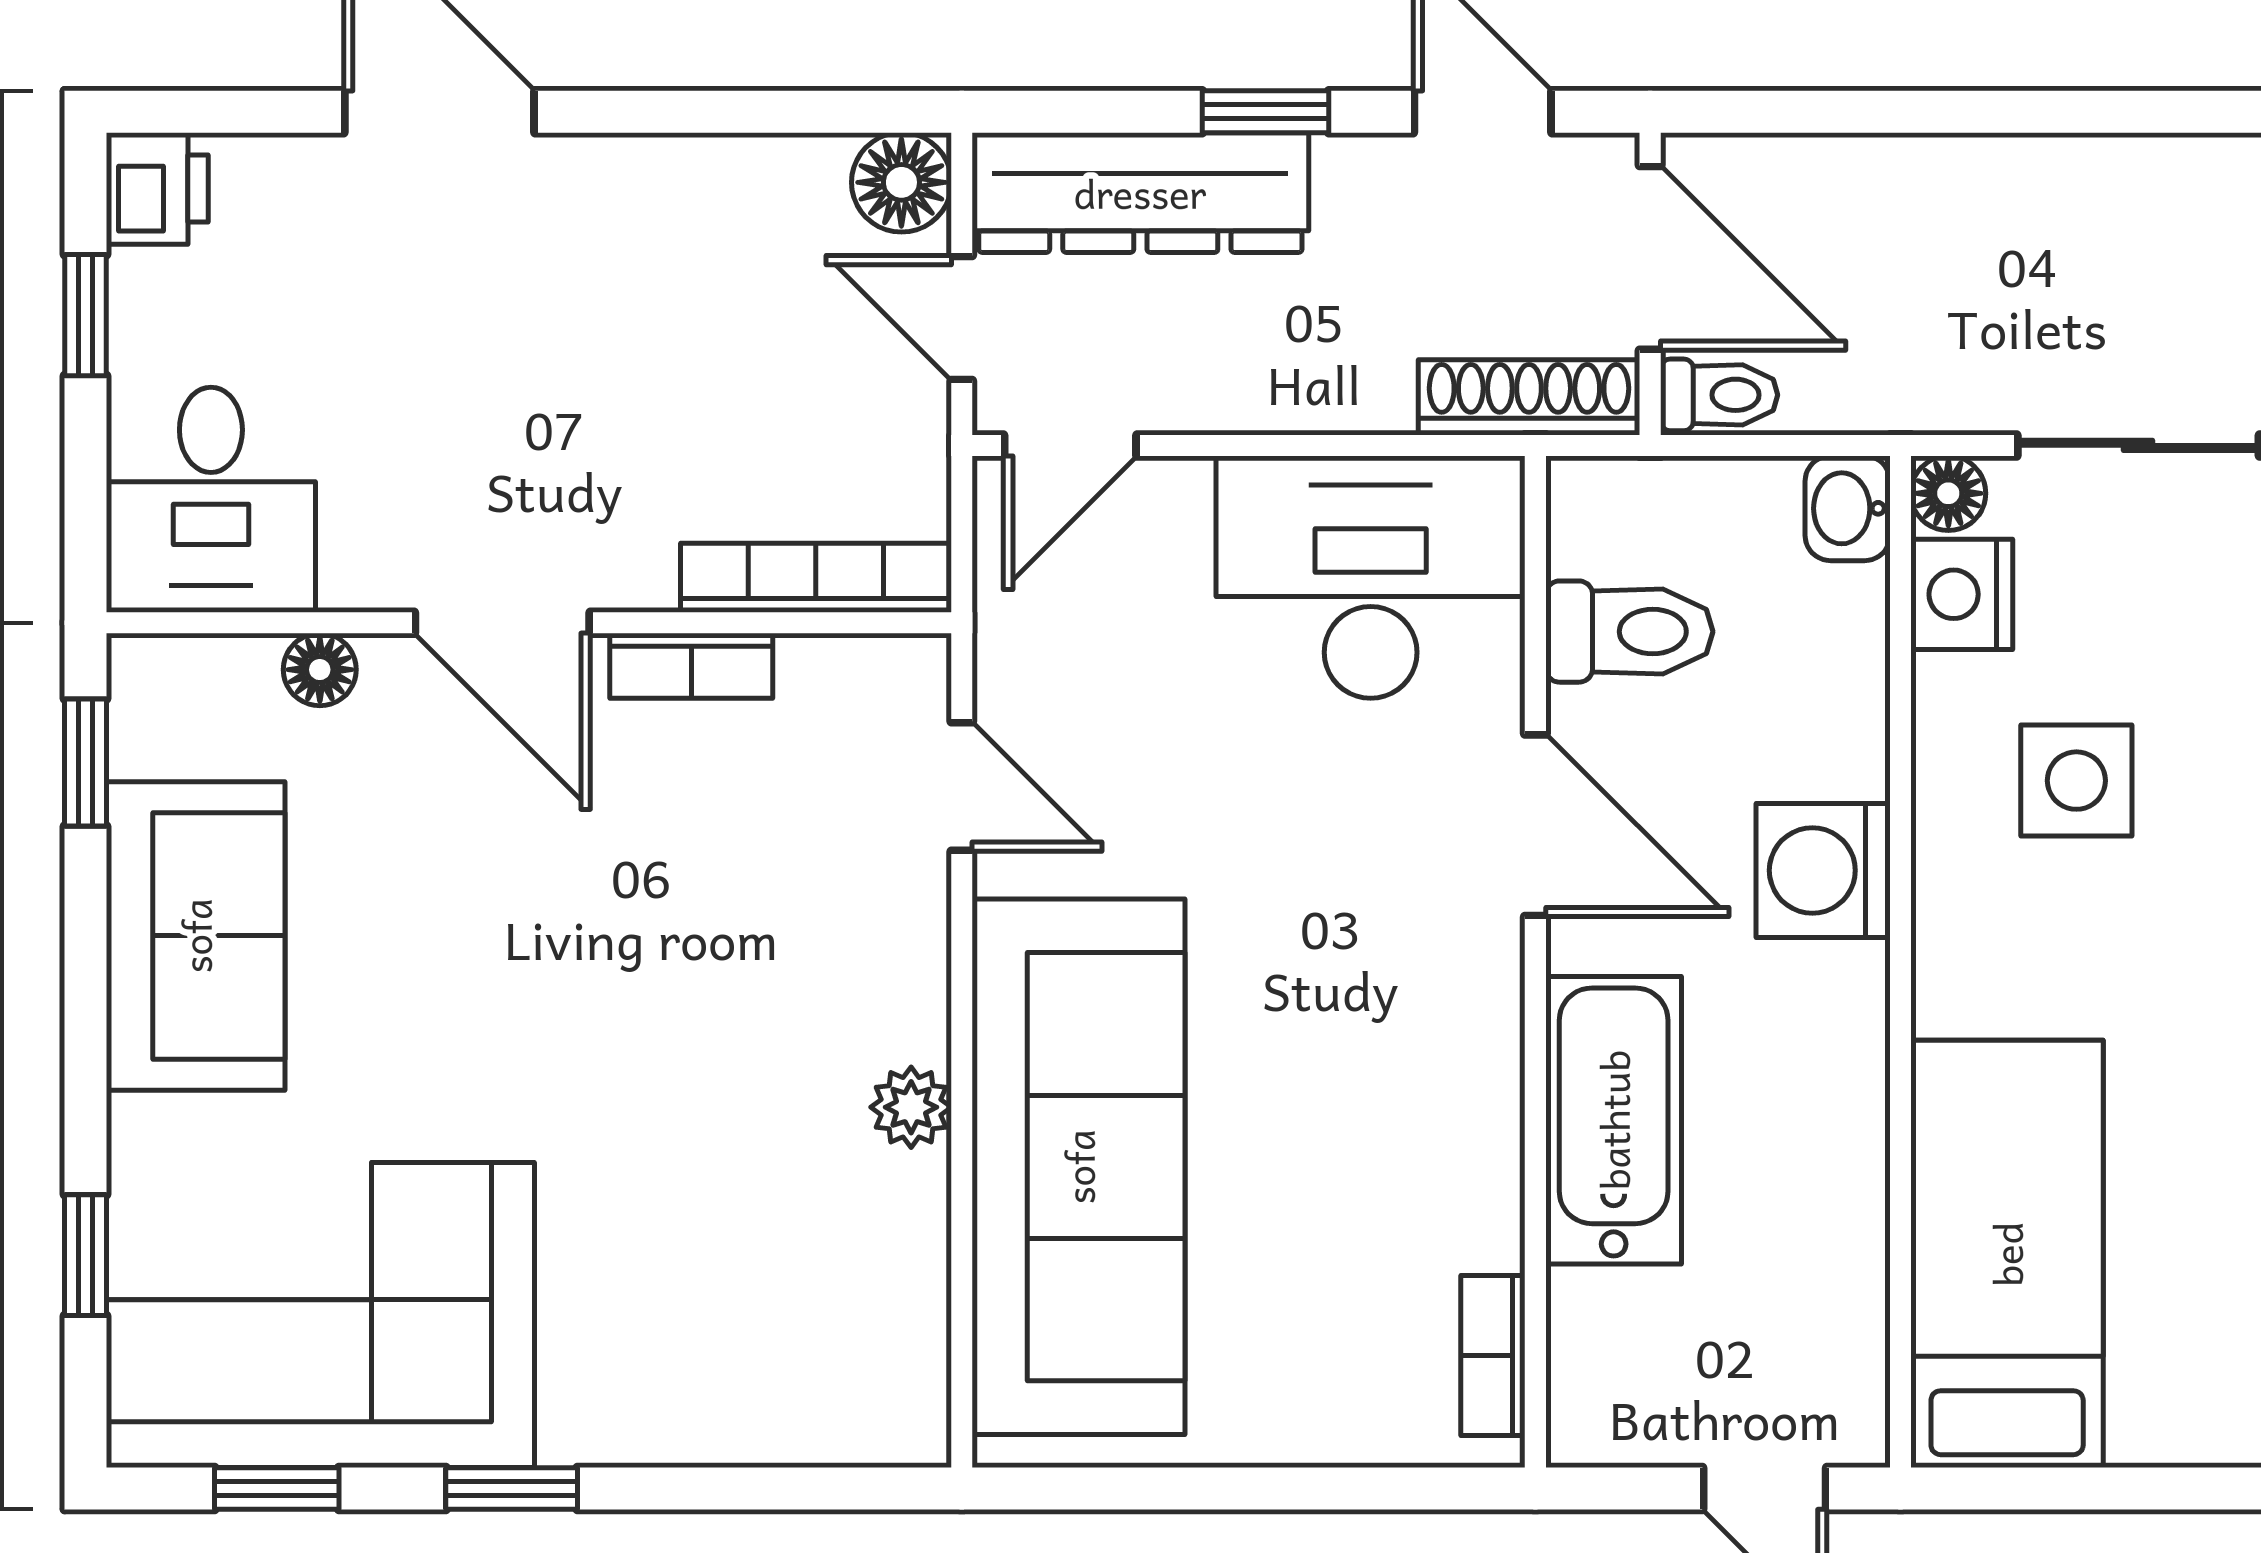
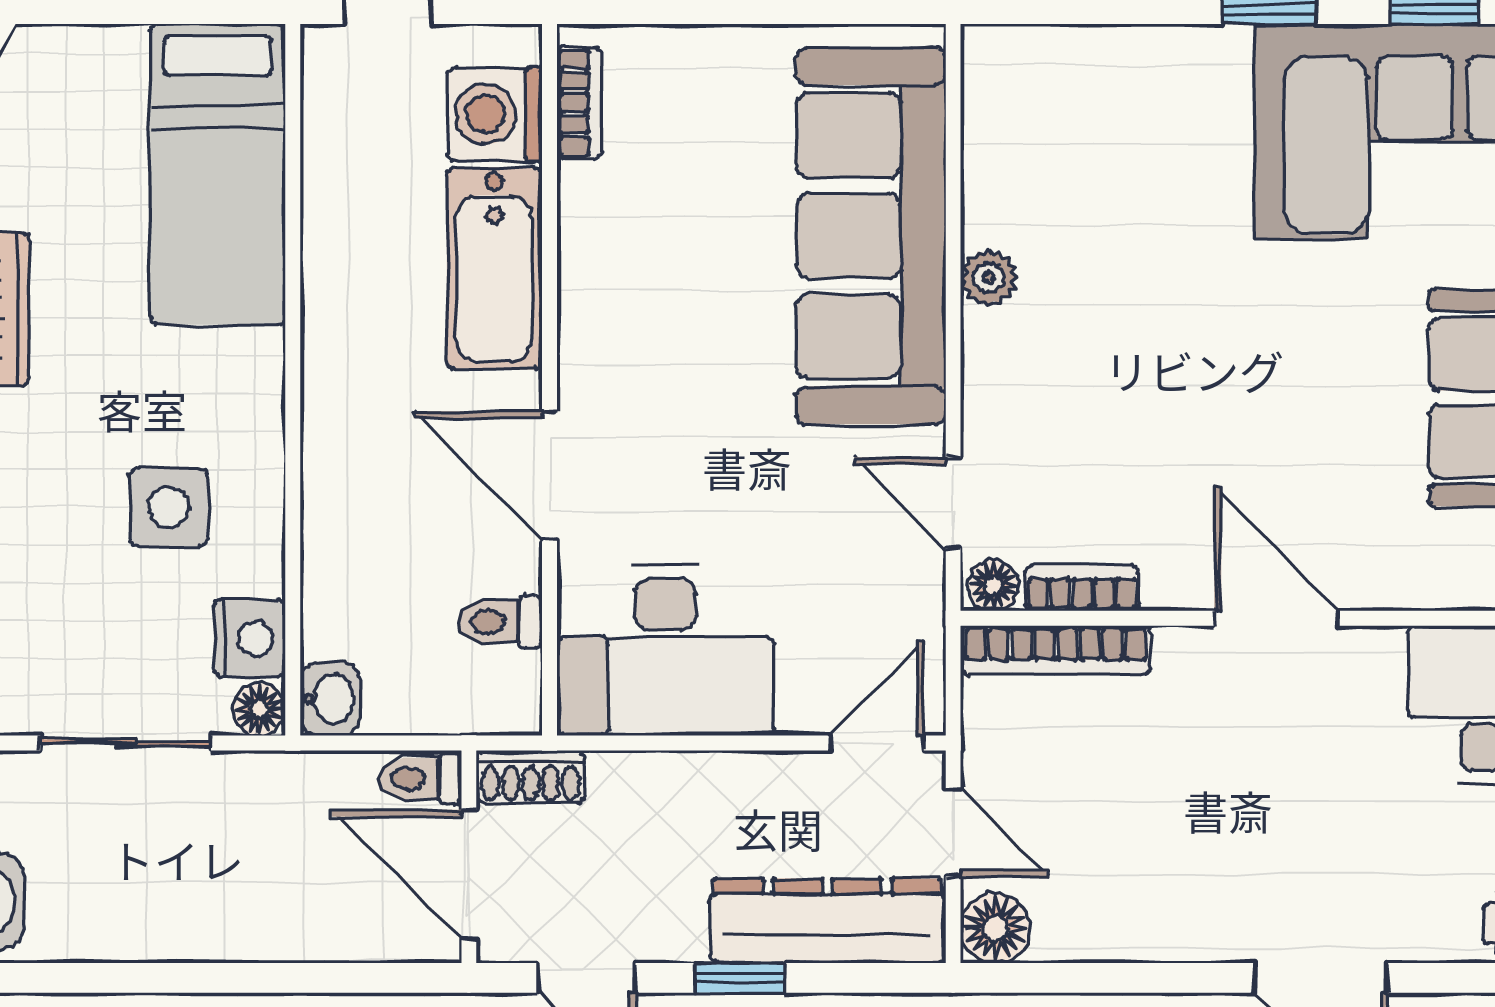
shoe rack: (1529, 397) -> (531, 777), width x0.70
toilet: (1629, 632) -> (500, 622), width x0.73, depth x0.72
bookcase: (691, 666) -> (1082, 588), moved
floor lamp: (320, 670) -> (993, 585), moved
washing machine: (1823, 870) -> (495, 114), moved, turned 180

